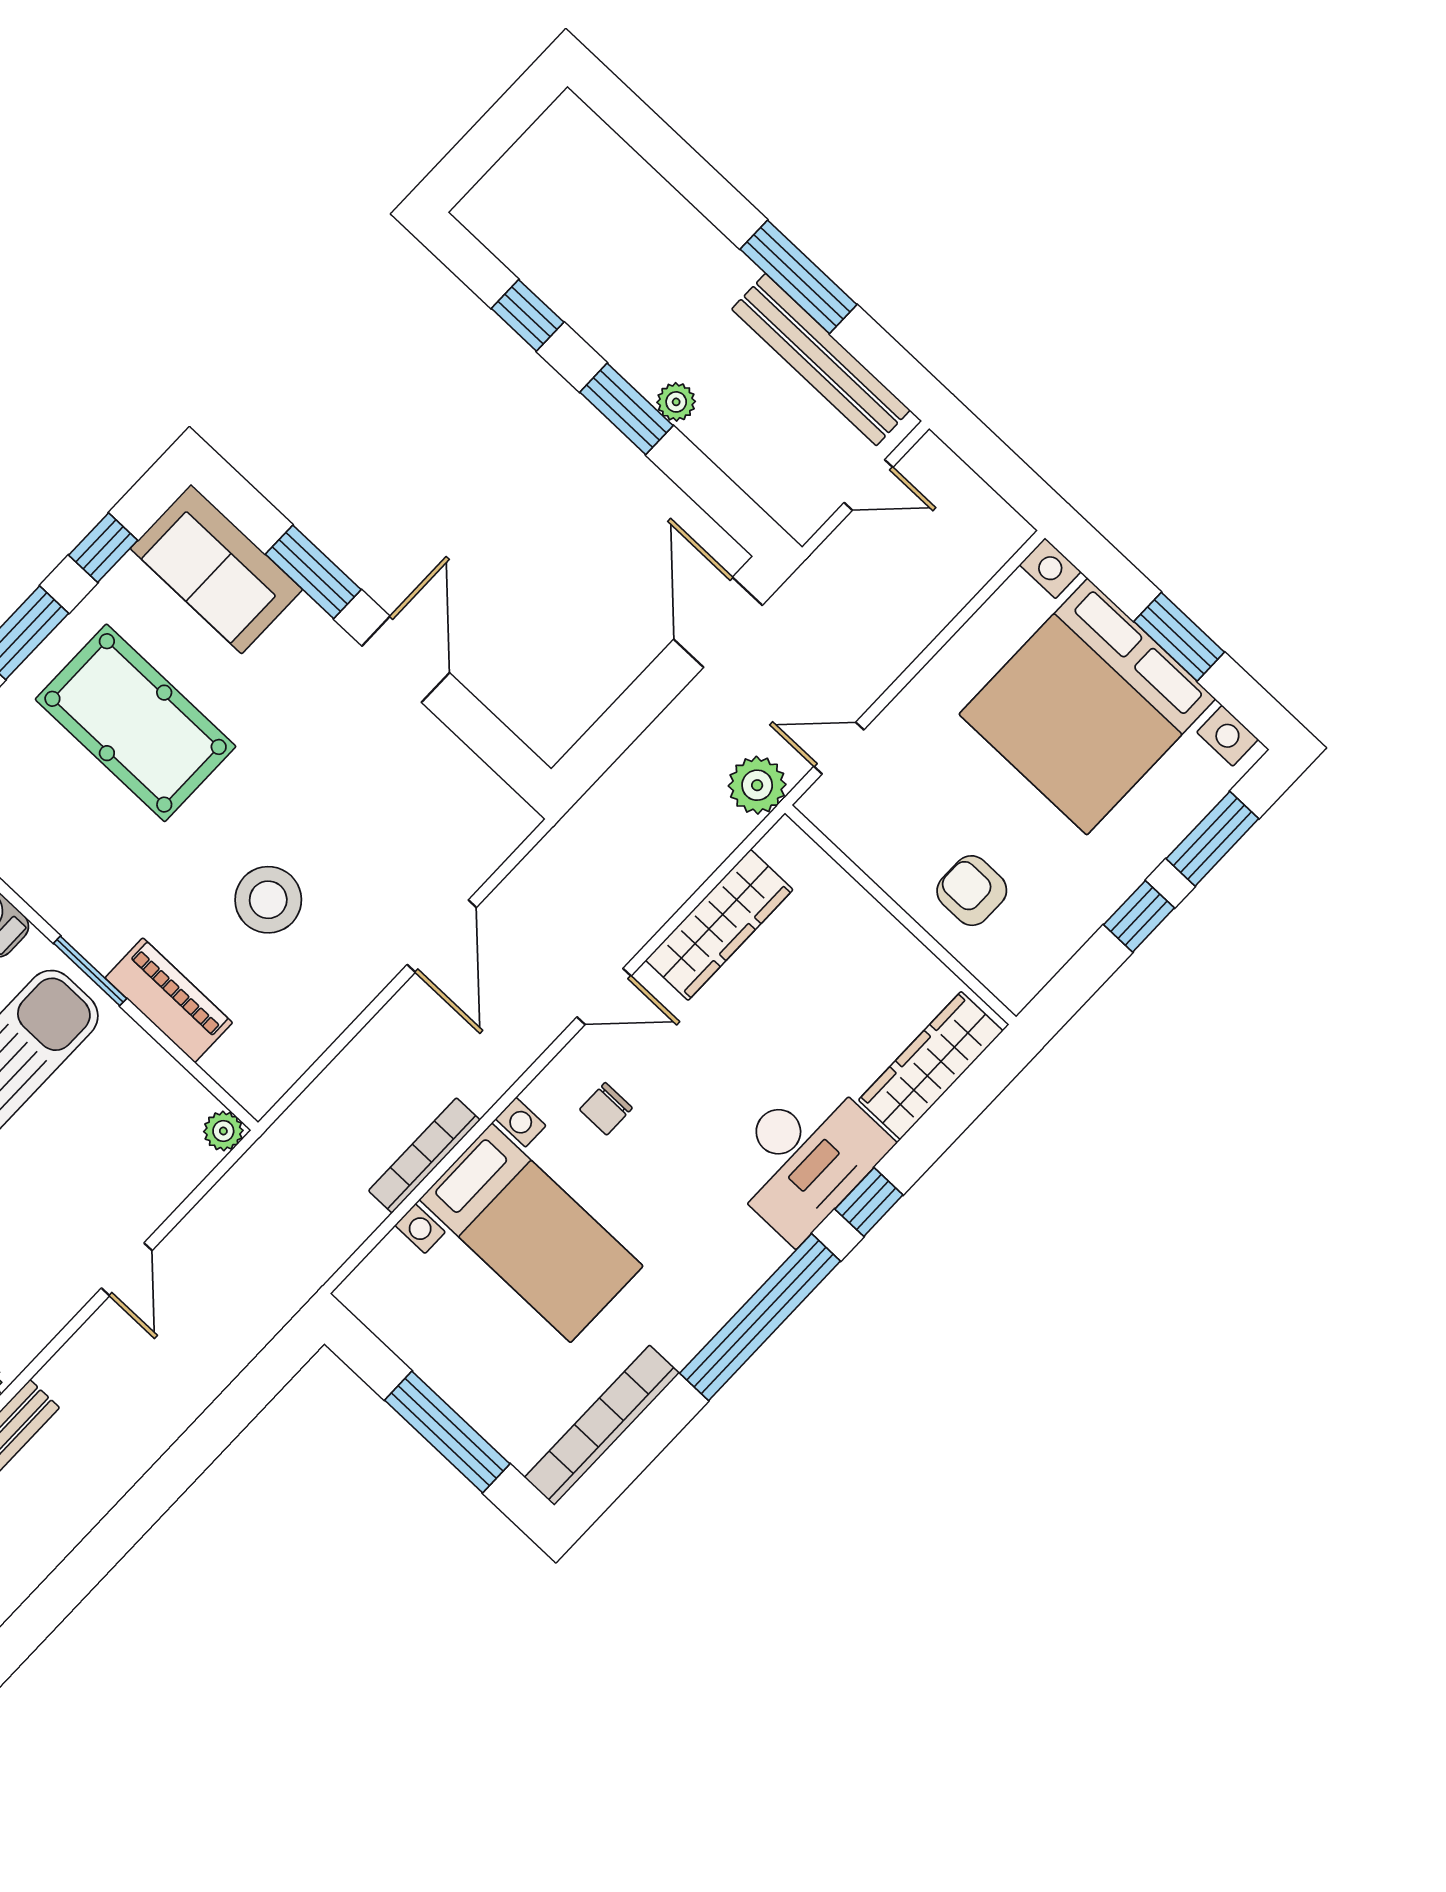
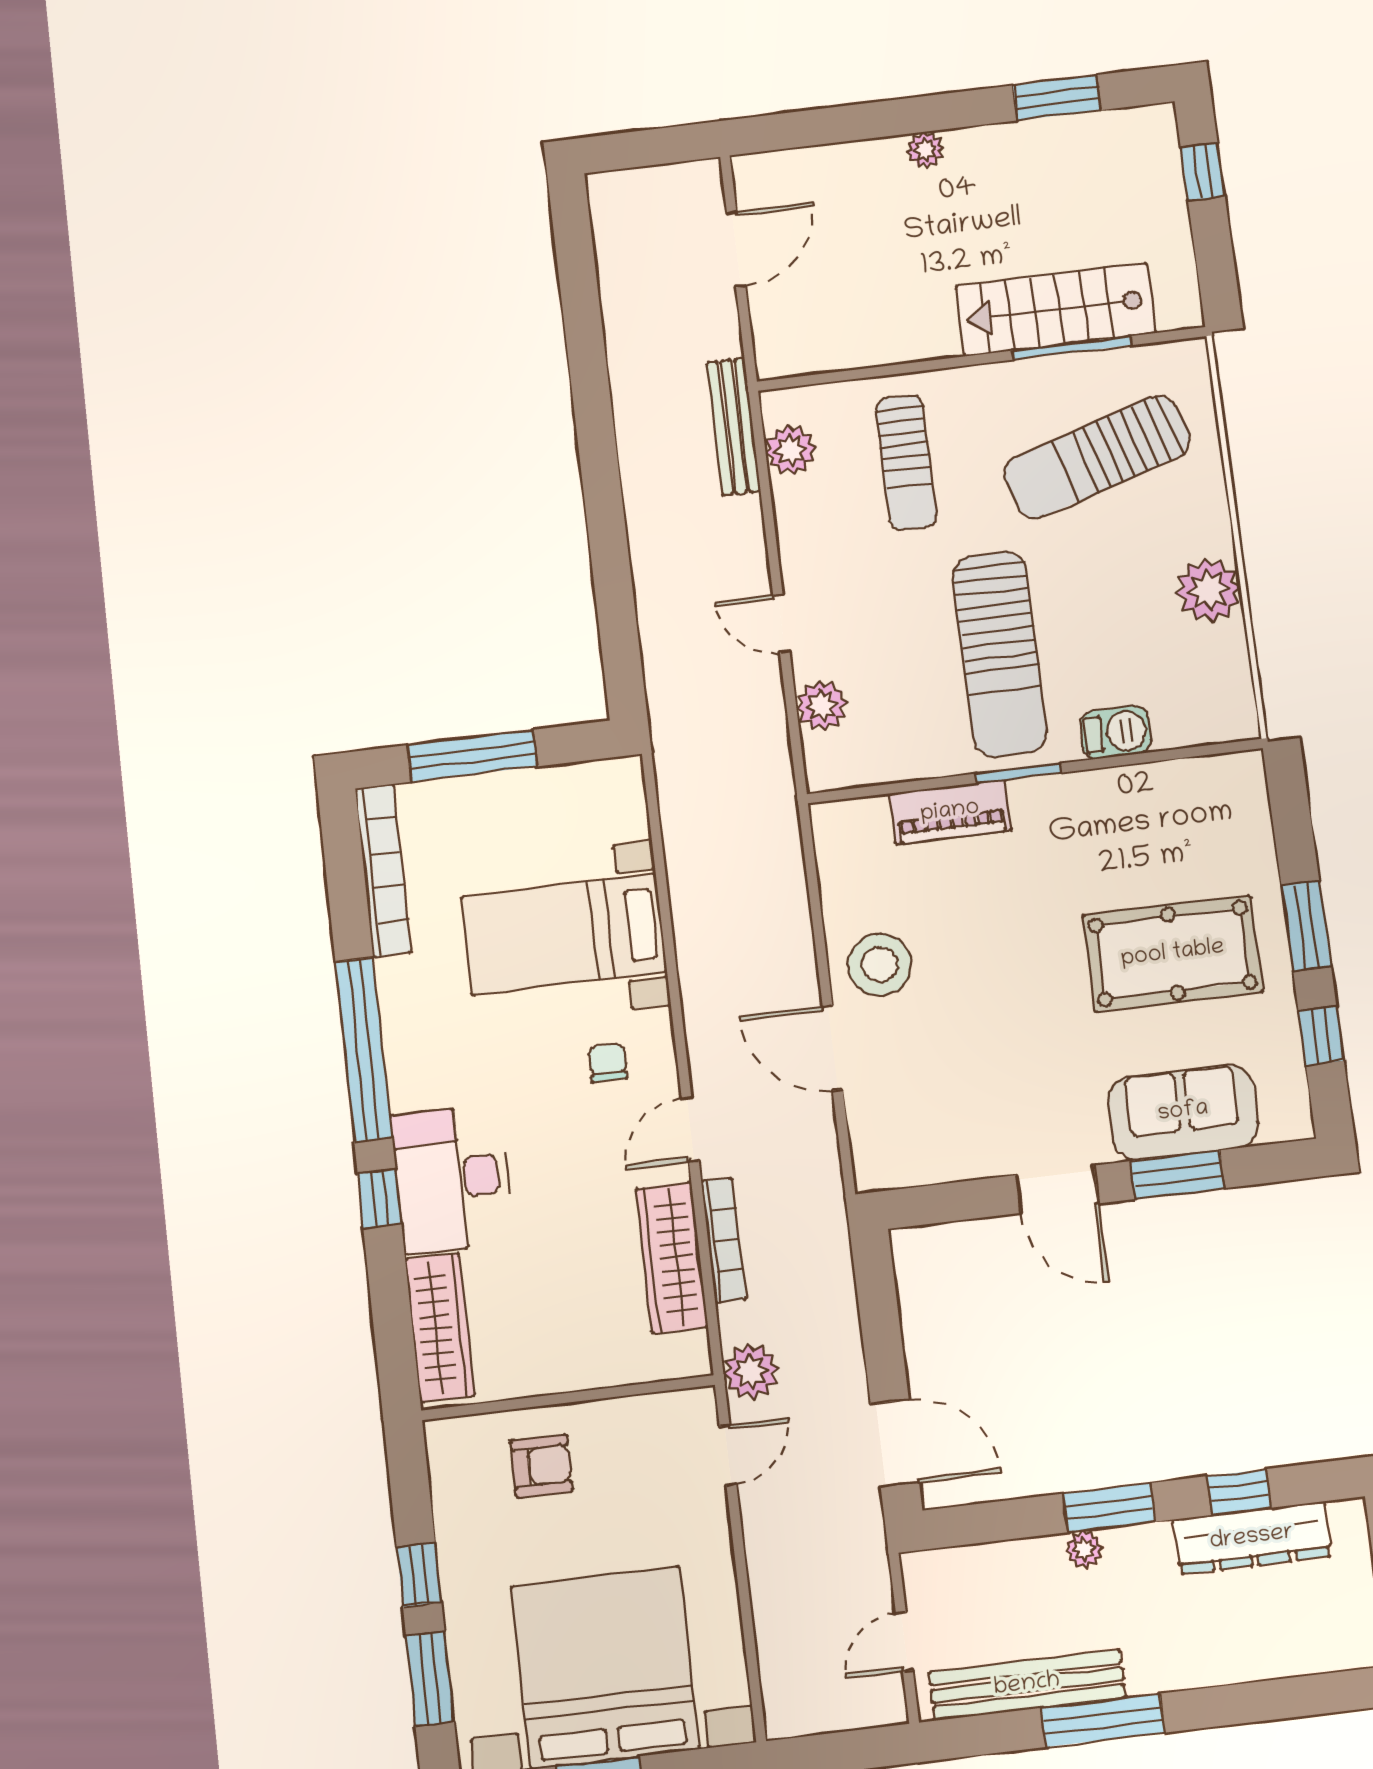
dresser: (556, 275) -> (1252, 1538), added
sofa: (216, 569) -> (1183, 1112), moved
stool: (268, 900) -> (880, 965), moved
plant: (223, 1131) -> (822, 706), moved, width x1.38, depth x1.38
bookcase: (424, 1155) -> (724, 1240), moved

